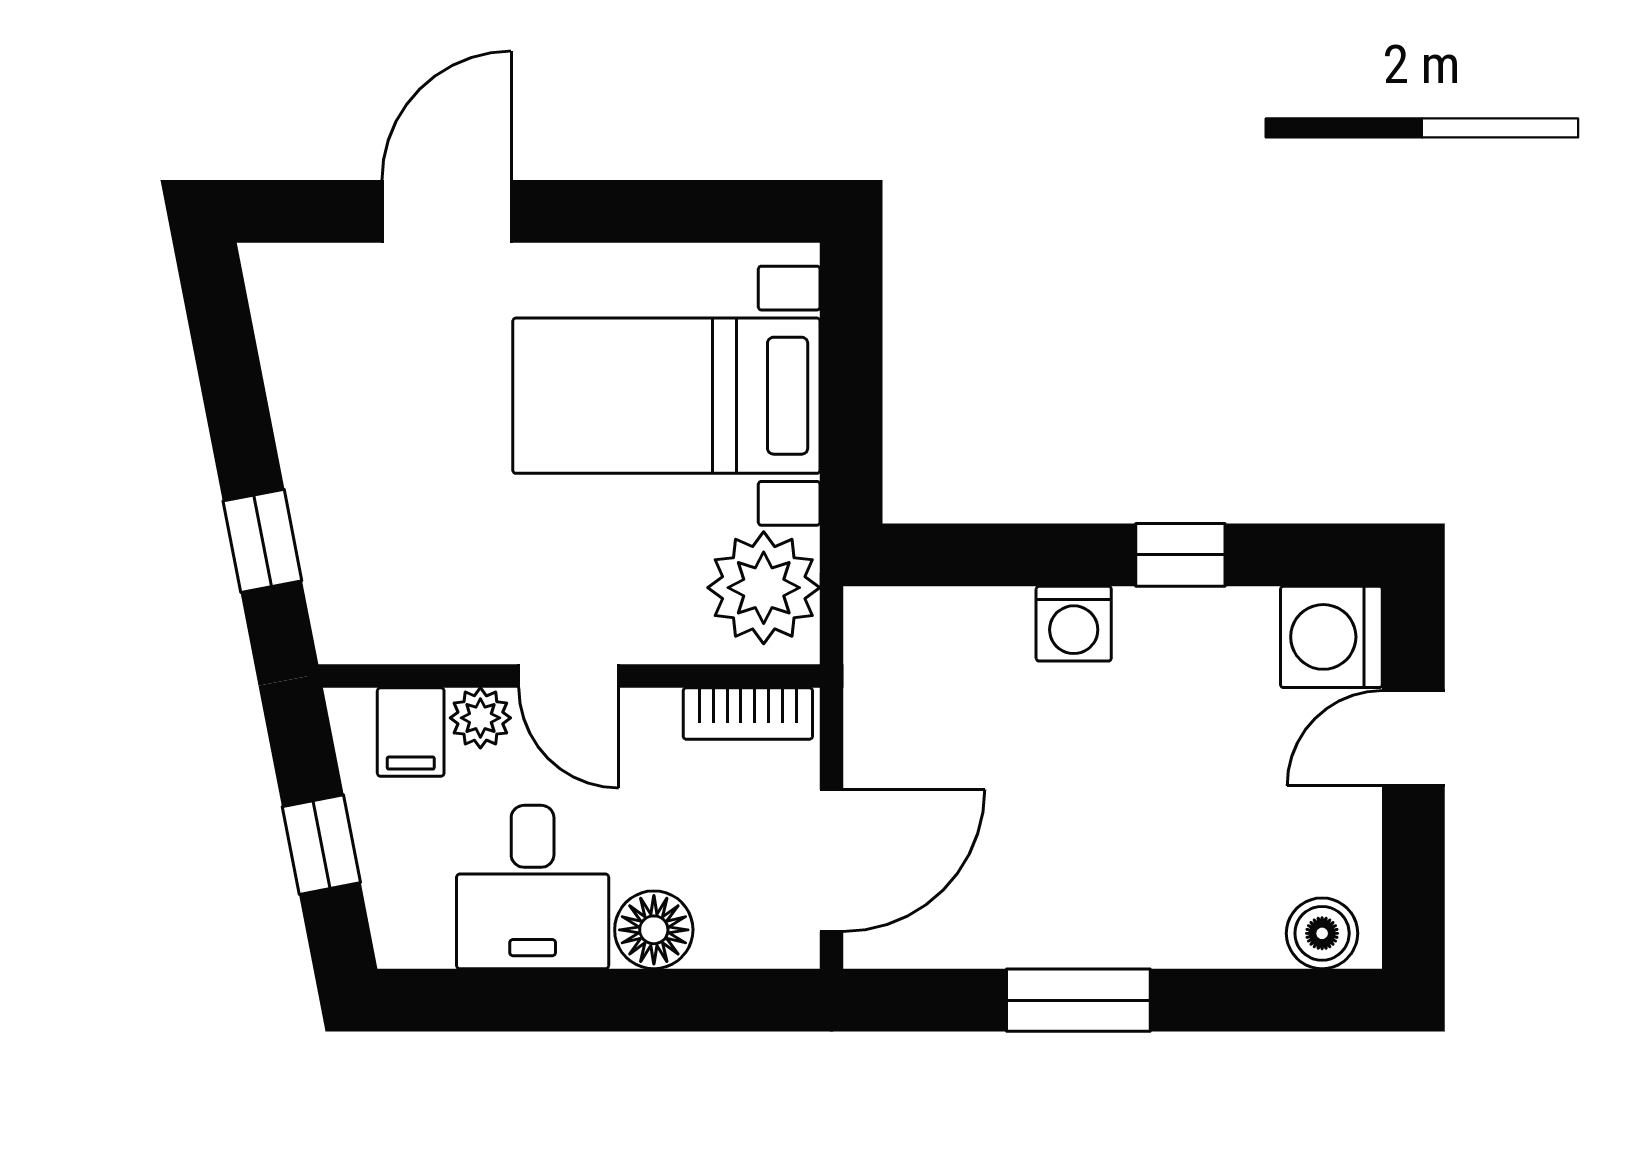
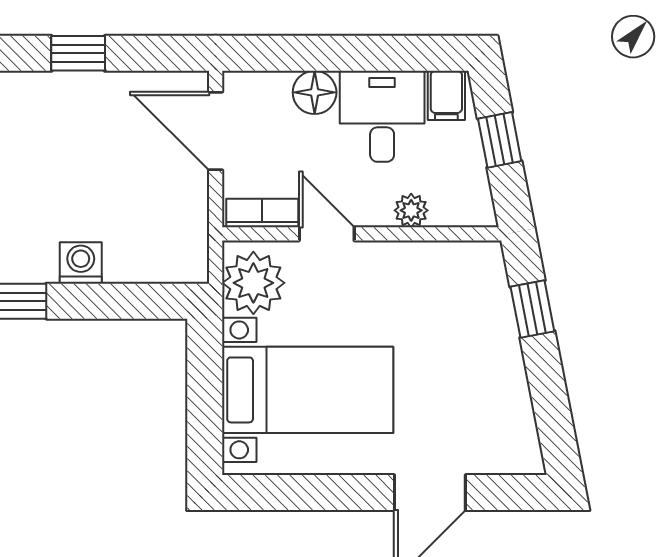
door: (569, 676) -> (327, 234), moved
filing cabinet: (411, 732) -> (446, 95), moved, turned 180
door: (832, 861) -> (216, 131), hinge flipped
window: (1078, 1000) -> (78, 53), width x0.67

